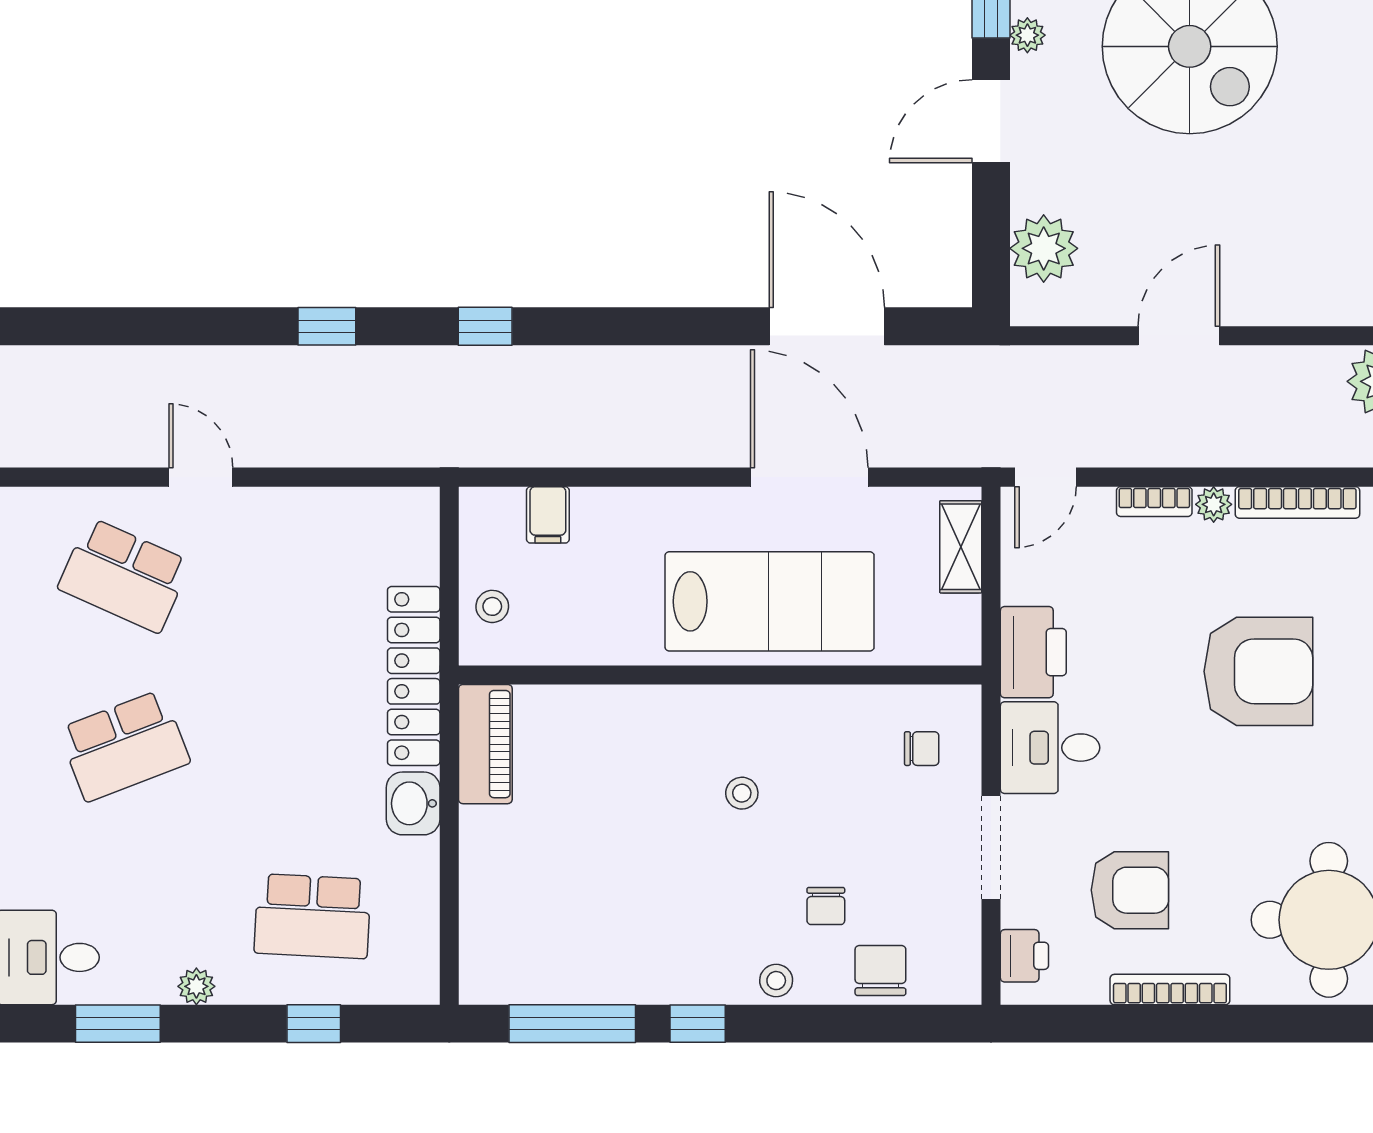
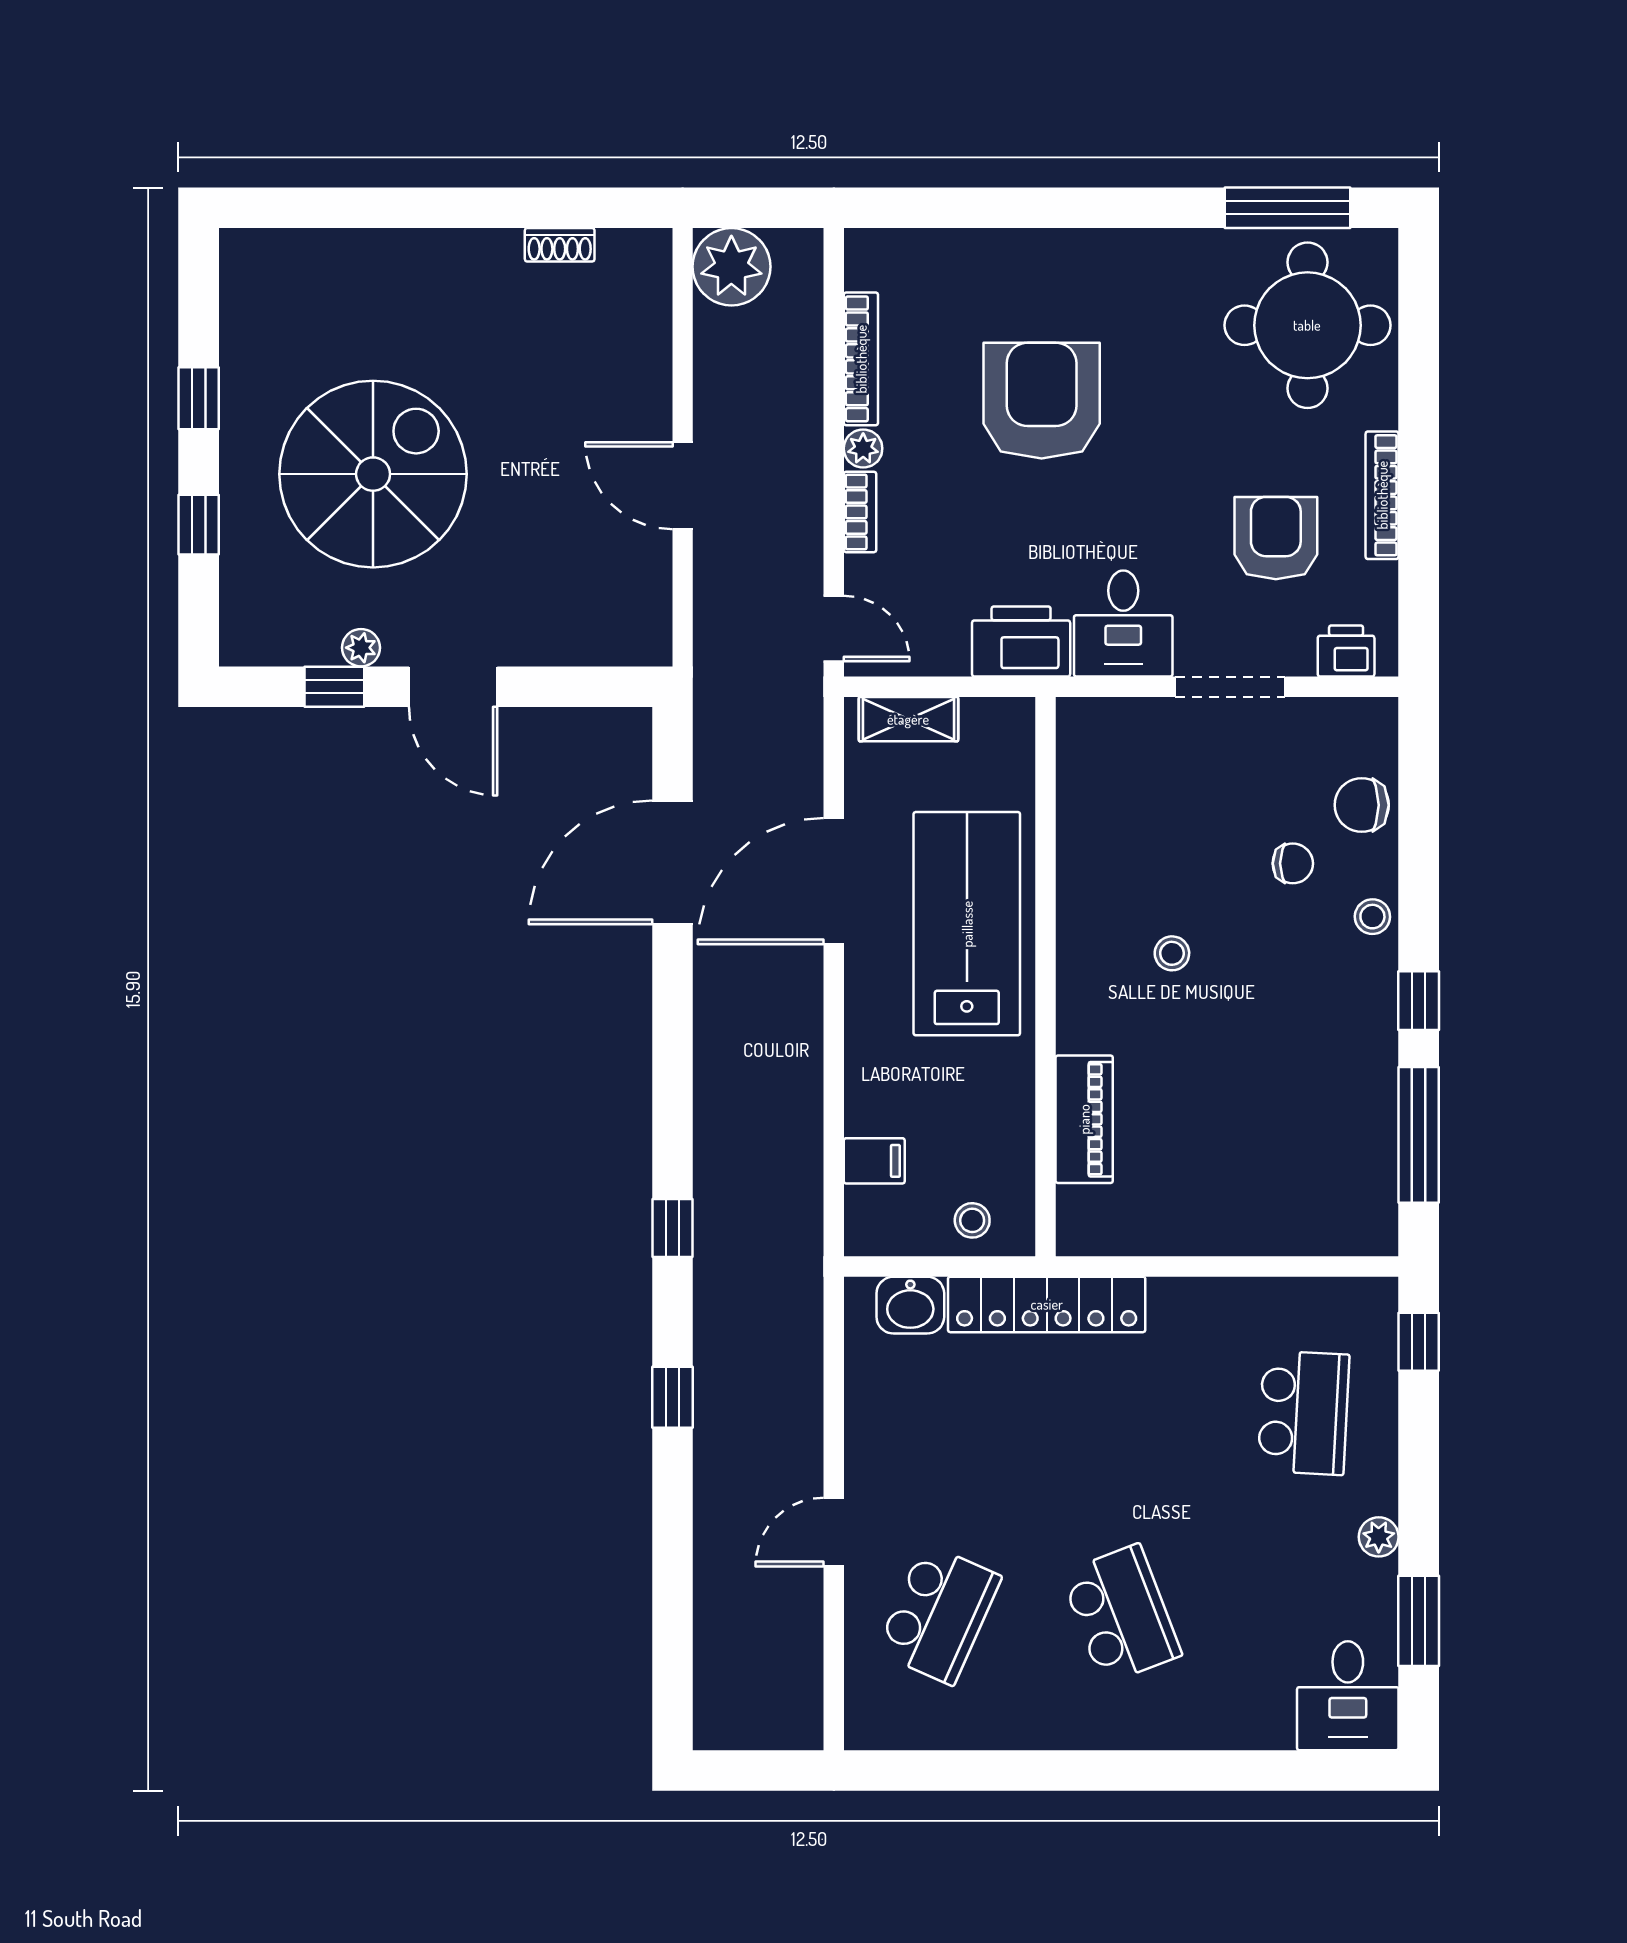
plant: (1044, 248) -> (589, 630), removed
piano: (485, 744) -> (1084, 1119), moved, turned 90
chair: (922, 749) -> (1124, 761), removed
washbasin: (413, 803) -> (910, 1305), moved
window: (314, 1024) -> (1419, 1342), moved

